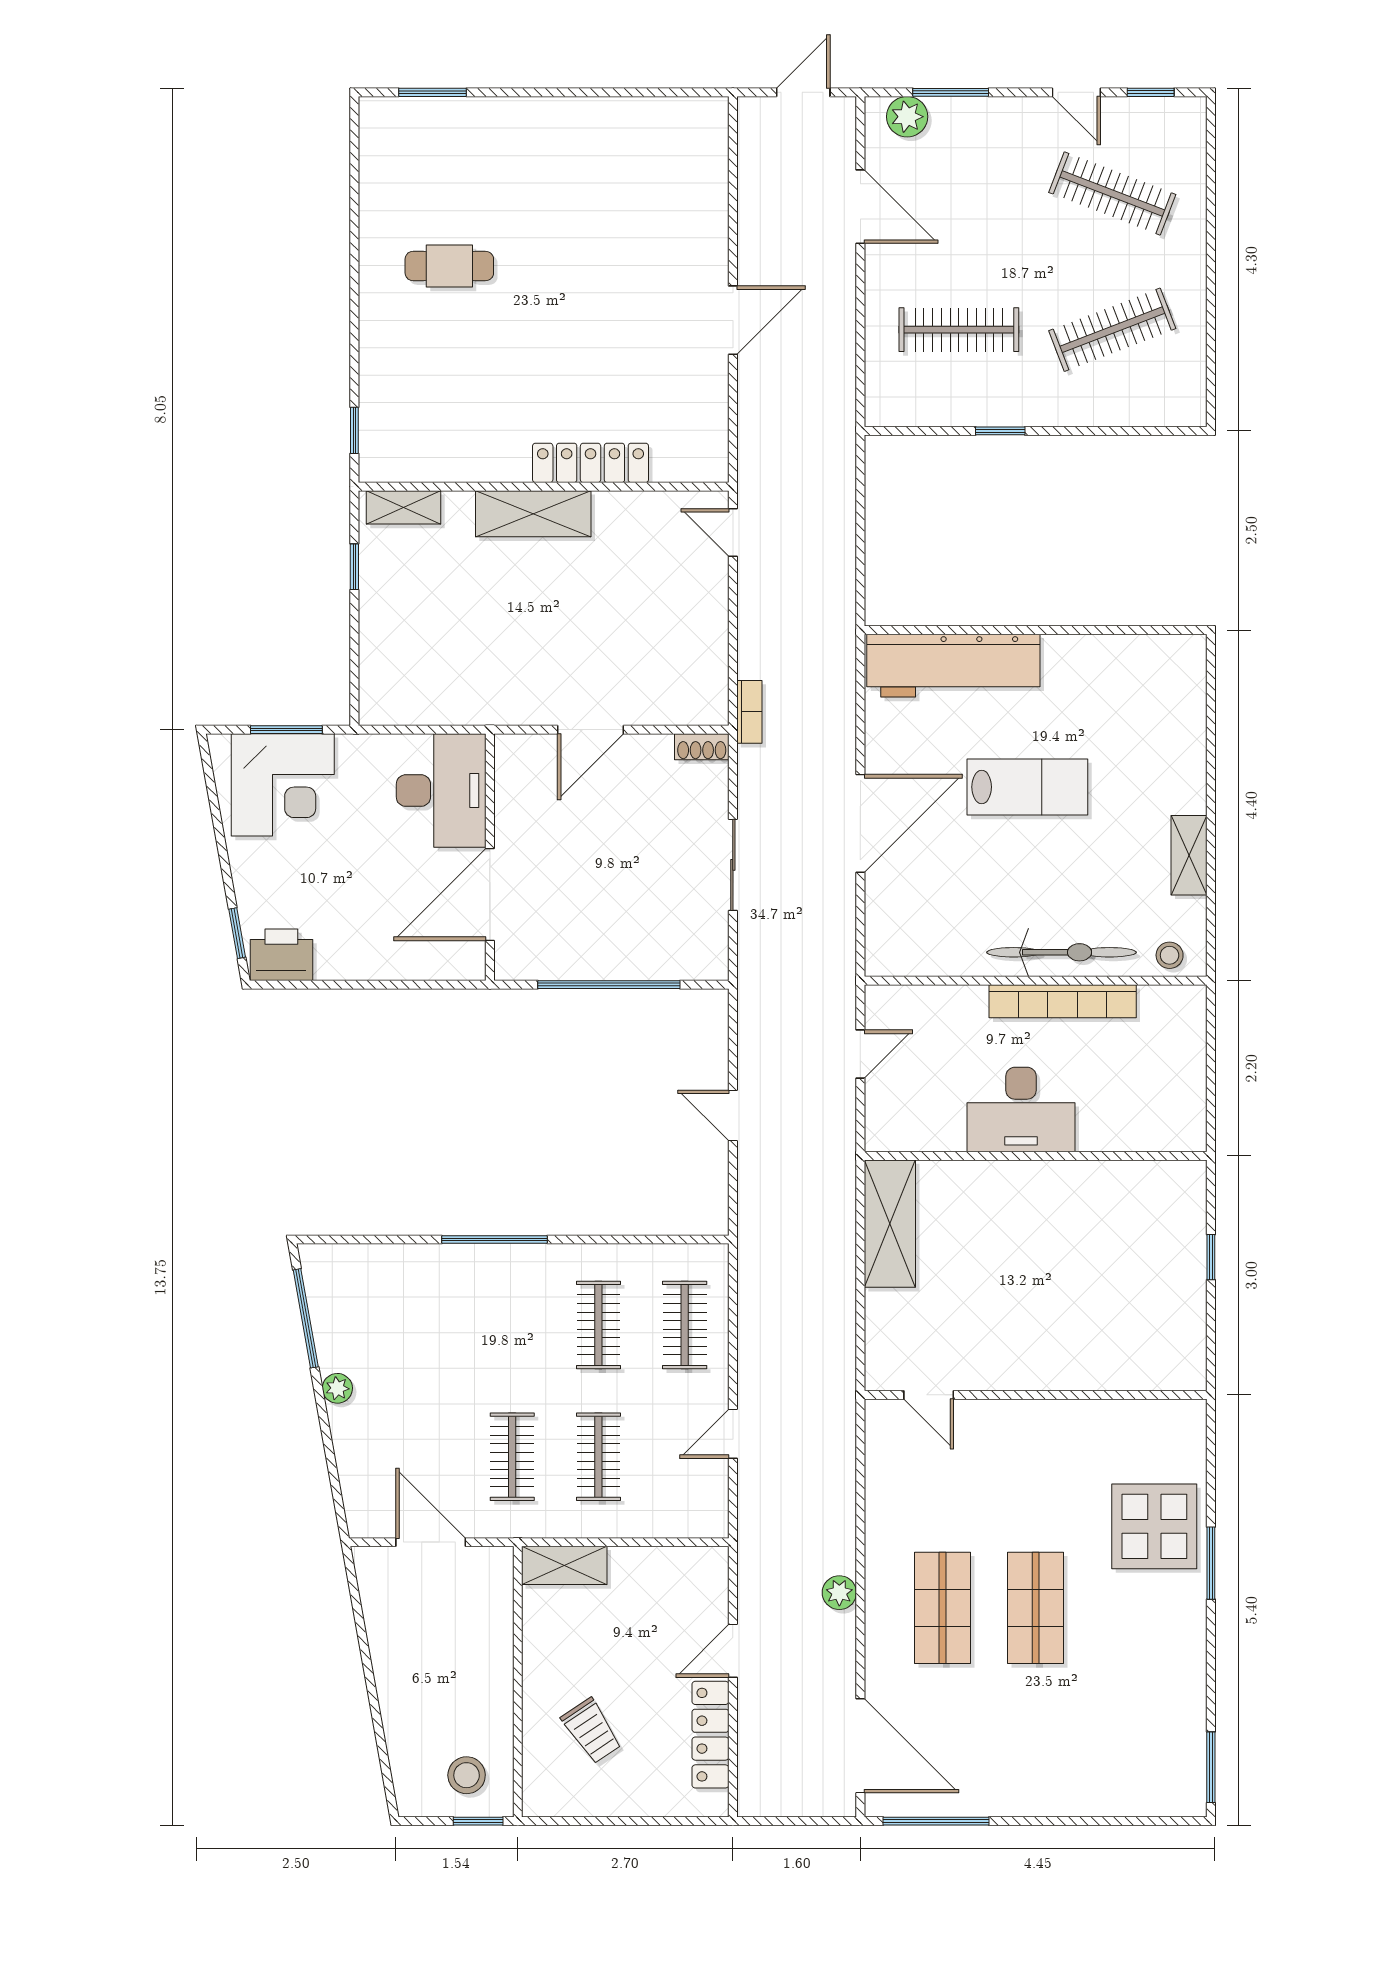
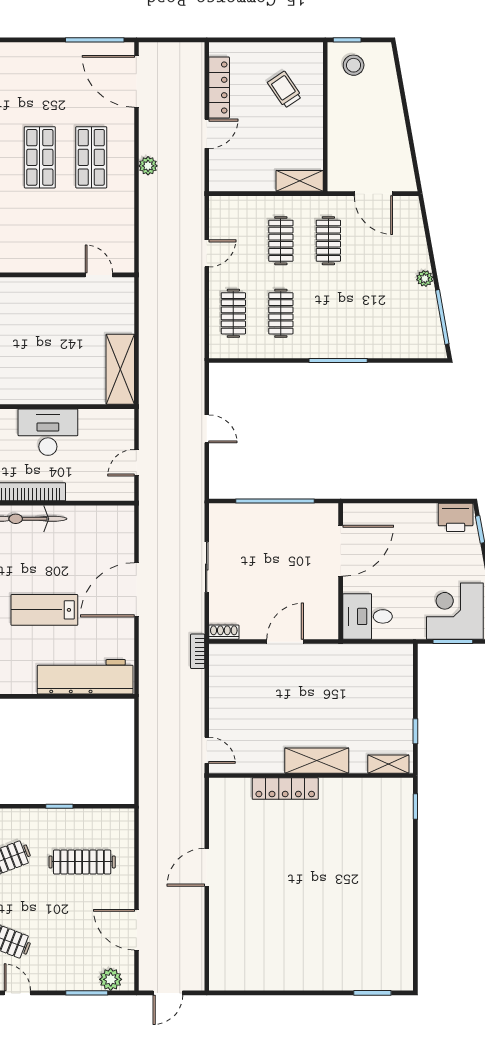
cafe table: (449, 266) -> (363, 897), removed
desk: (441, 791) -> (368, 616), width x0.73

